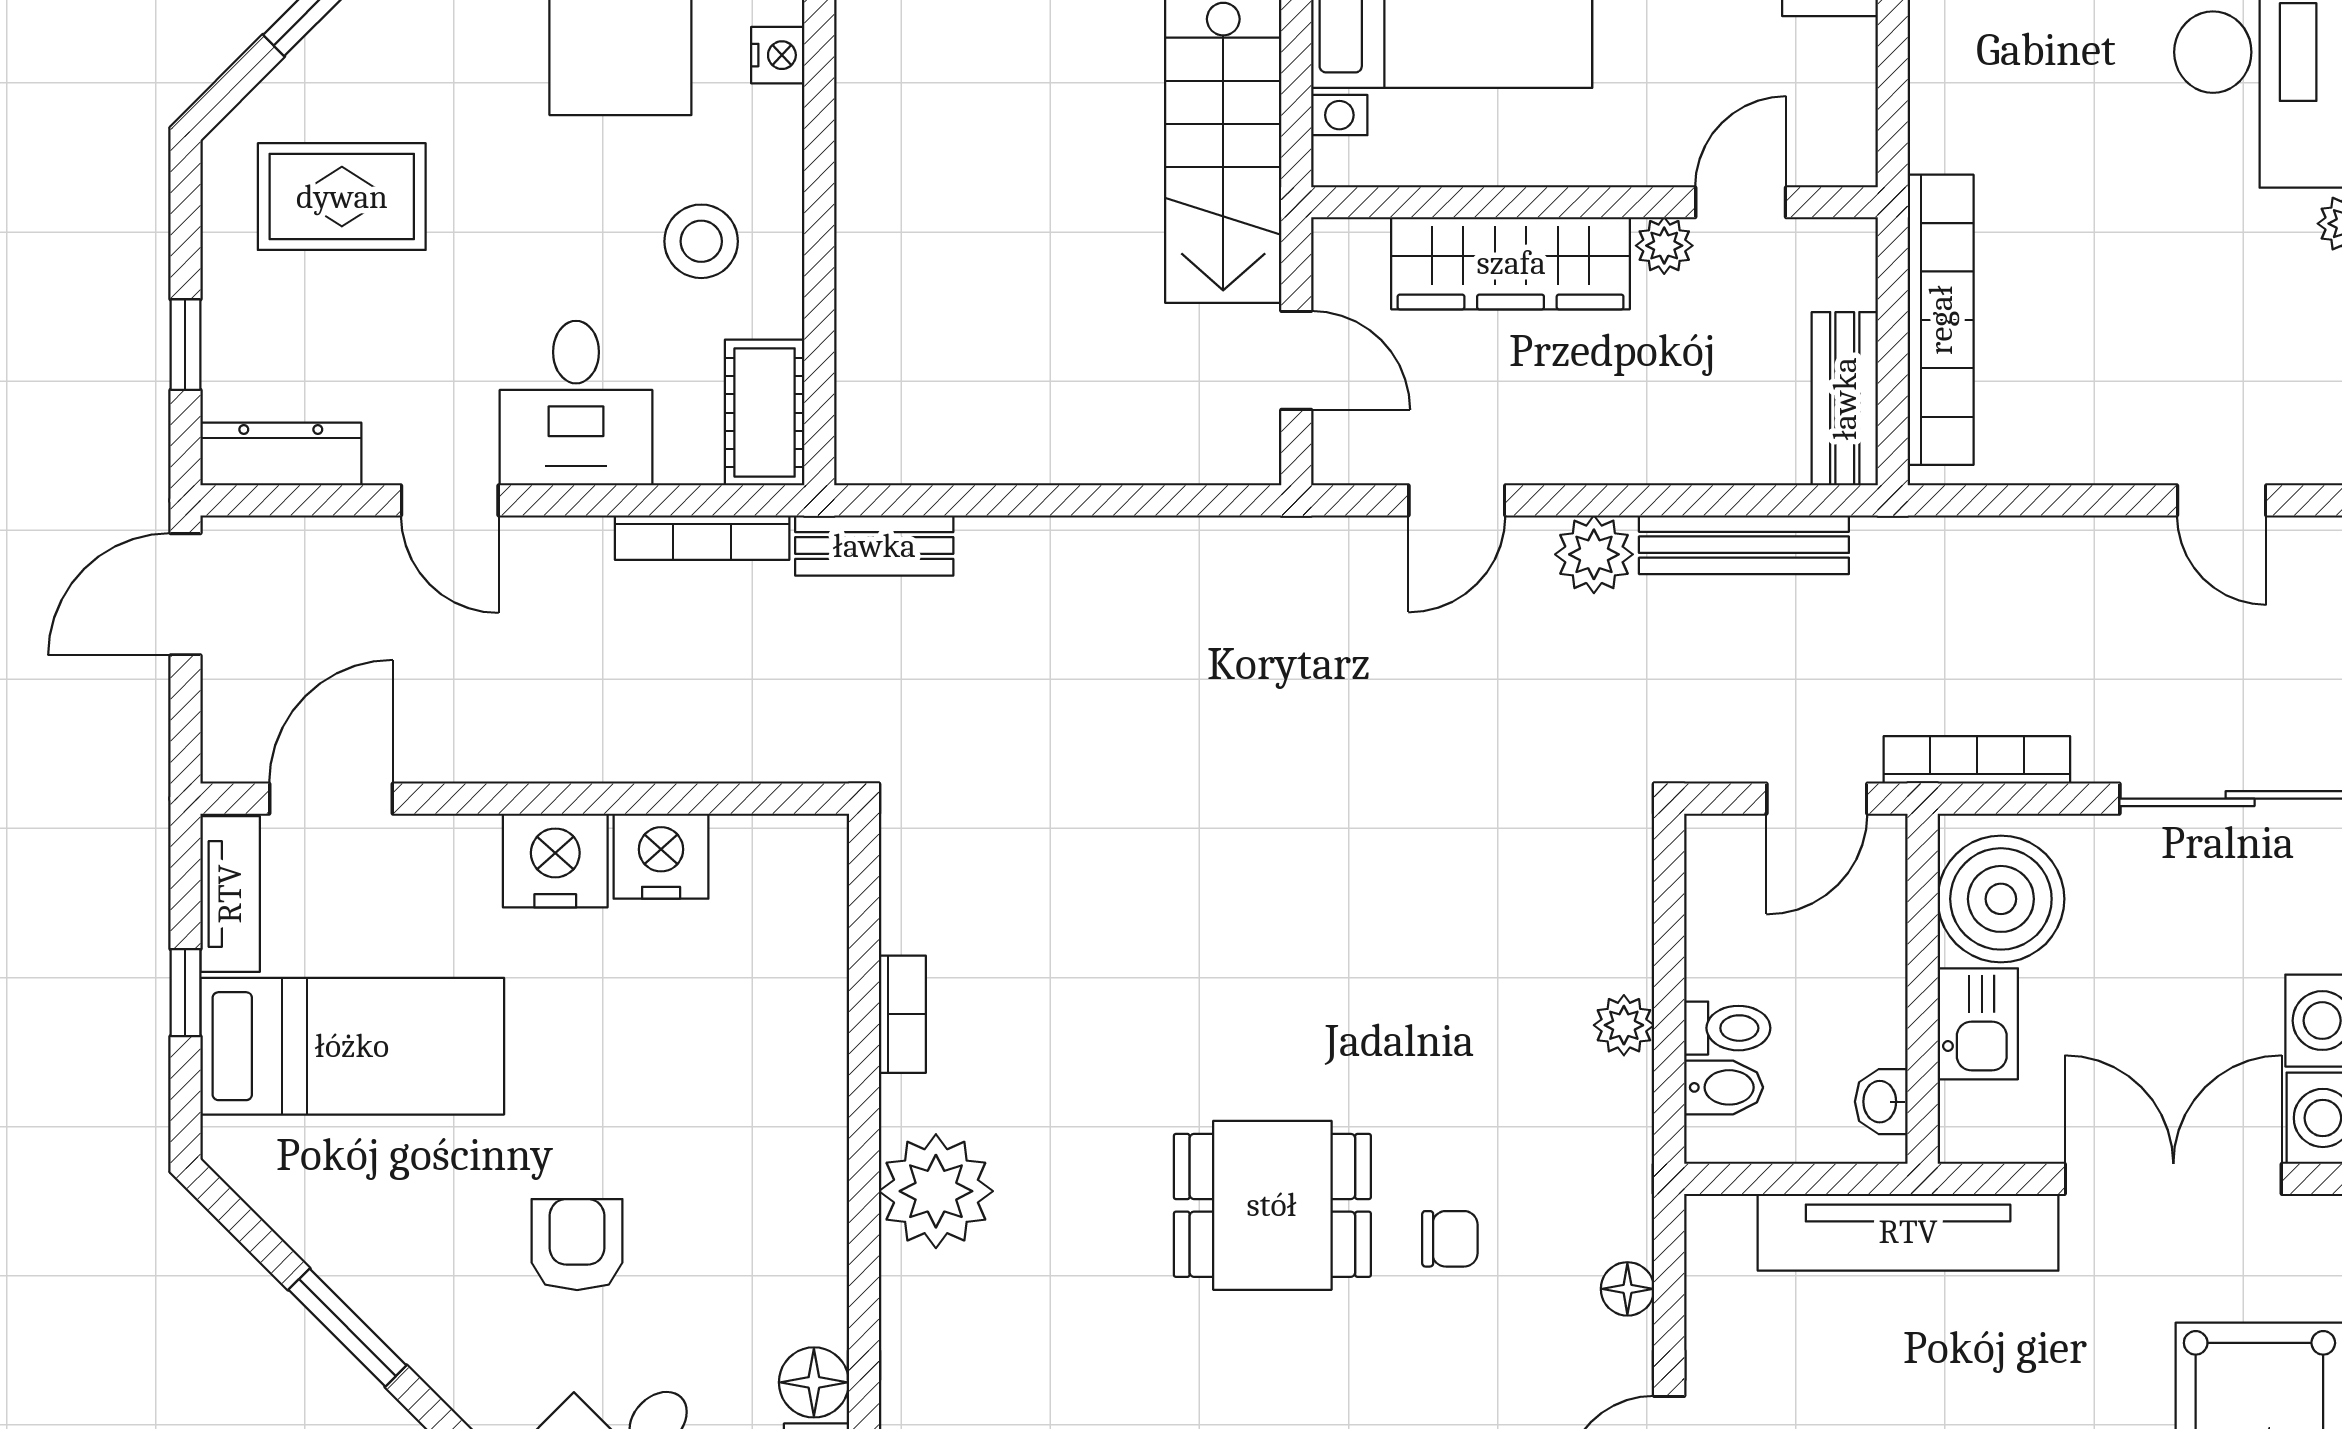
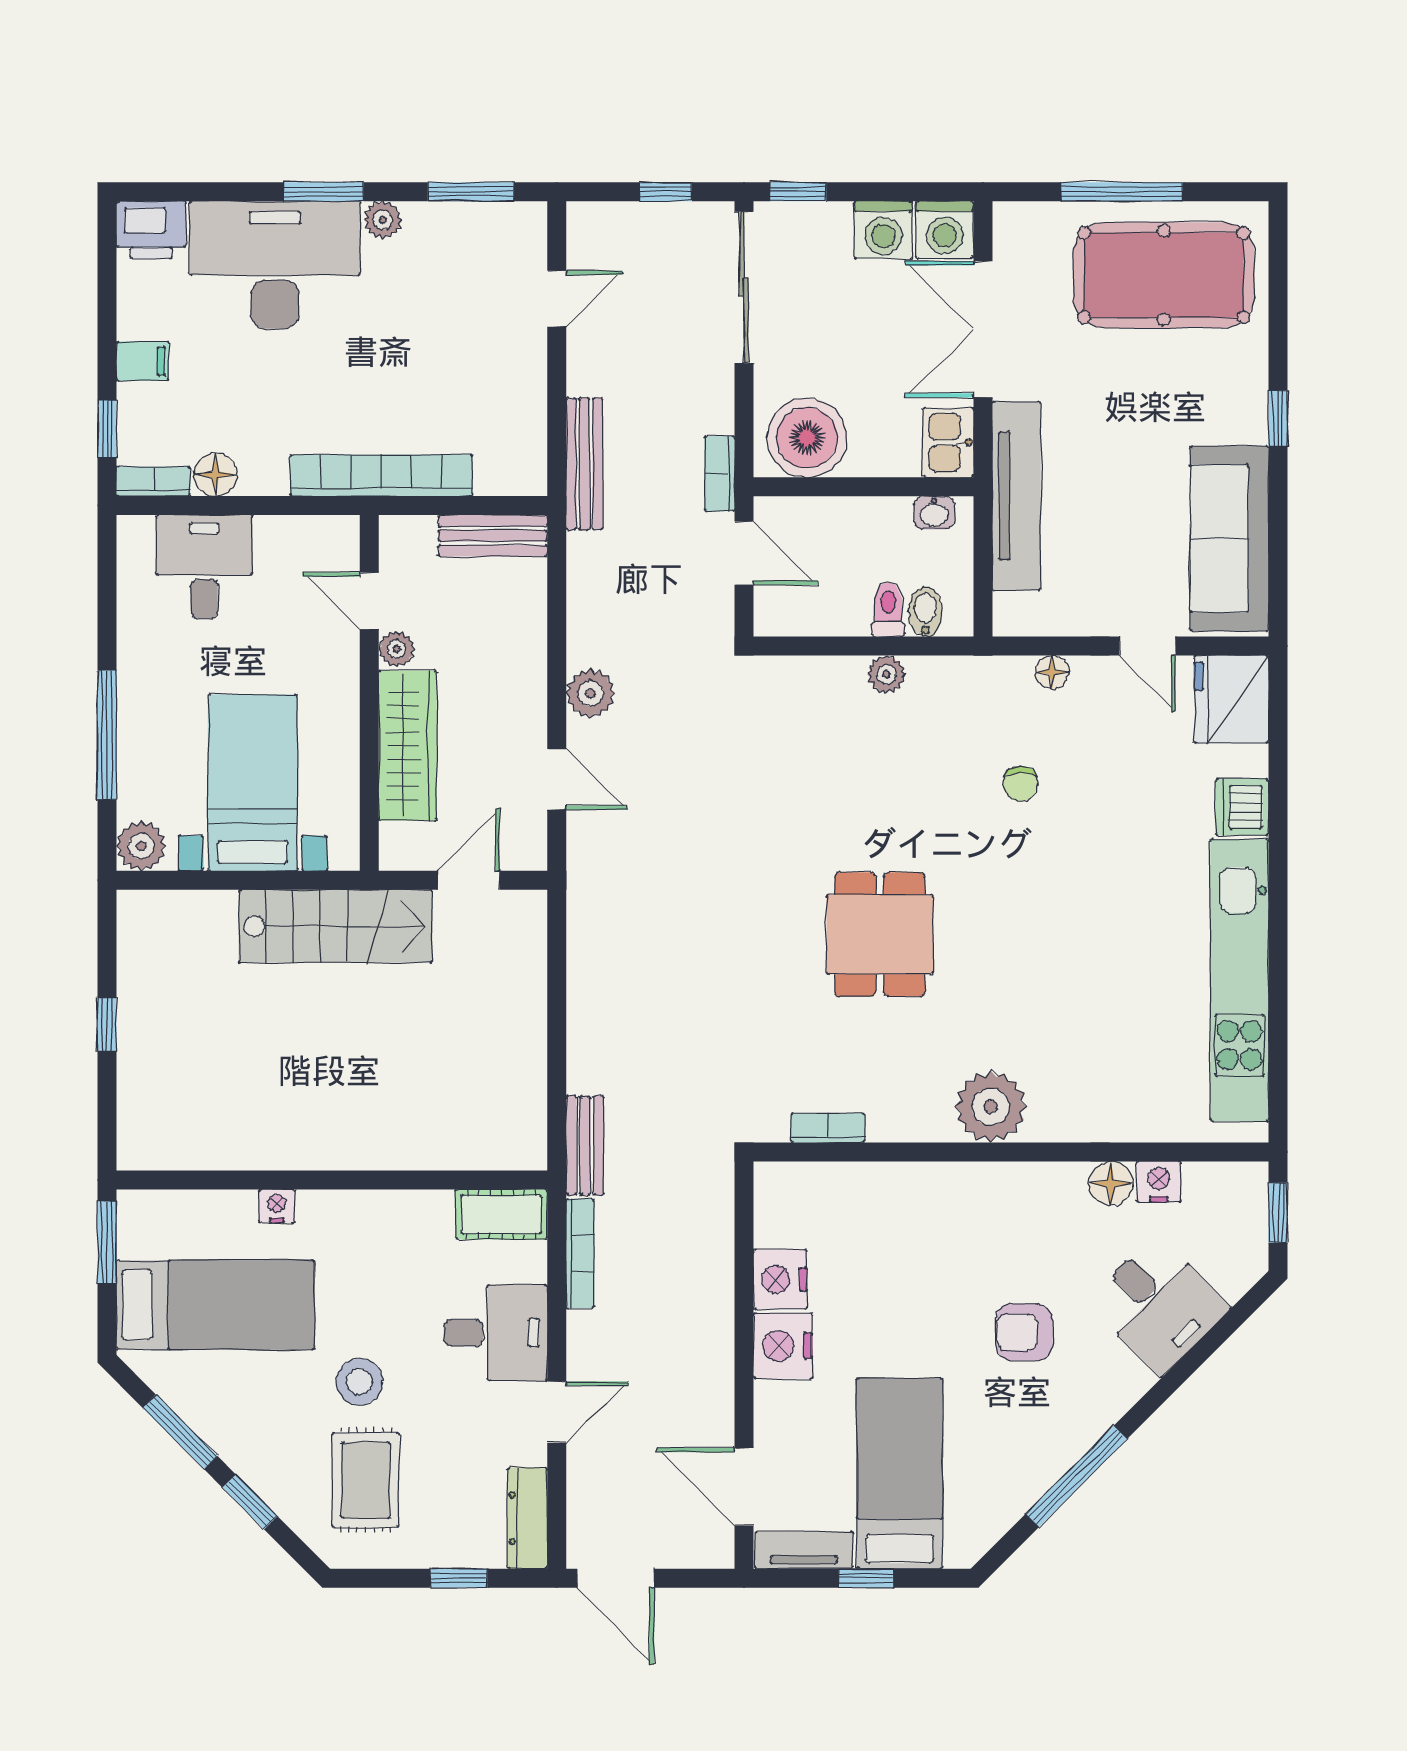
stool: (701, 241) -> (359, 1382), moved
bookcase: (1941, 320) -> (381, 475), moved
bench: (1744, 545) -> (584, 464), moved
bookcase: (1977, 760) -> (720, 474), width x0.64
bookcase: (902, 1014) -> (828, 1128), moved
kitchen sink: (1978, 1024) -> (948, 443), moved, turned -90
dining table: (1272, 1205) -> (880, 934), moved
chair: (1450, 1239) -> (1021, 784), turned 180
window: (347, 1328) -> (1076, 1476), width x1.44

